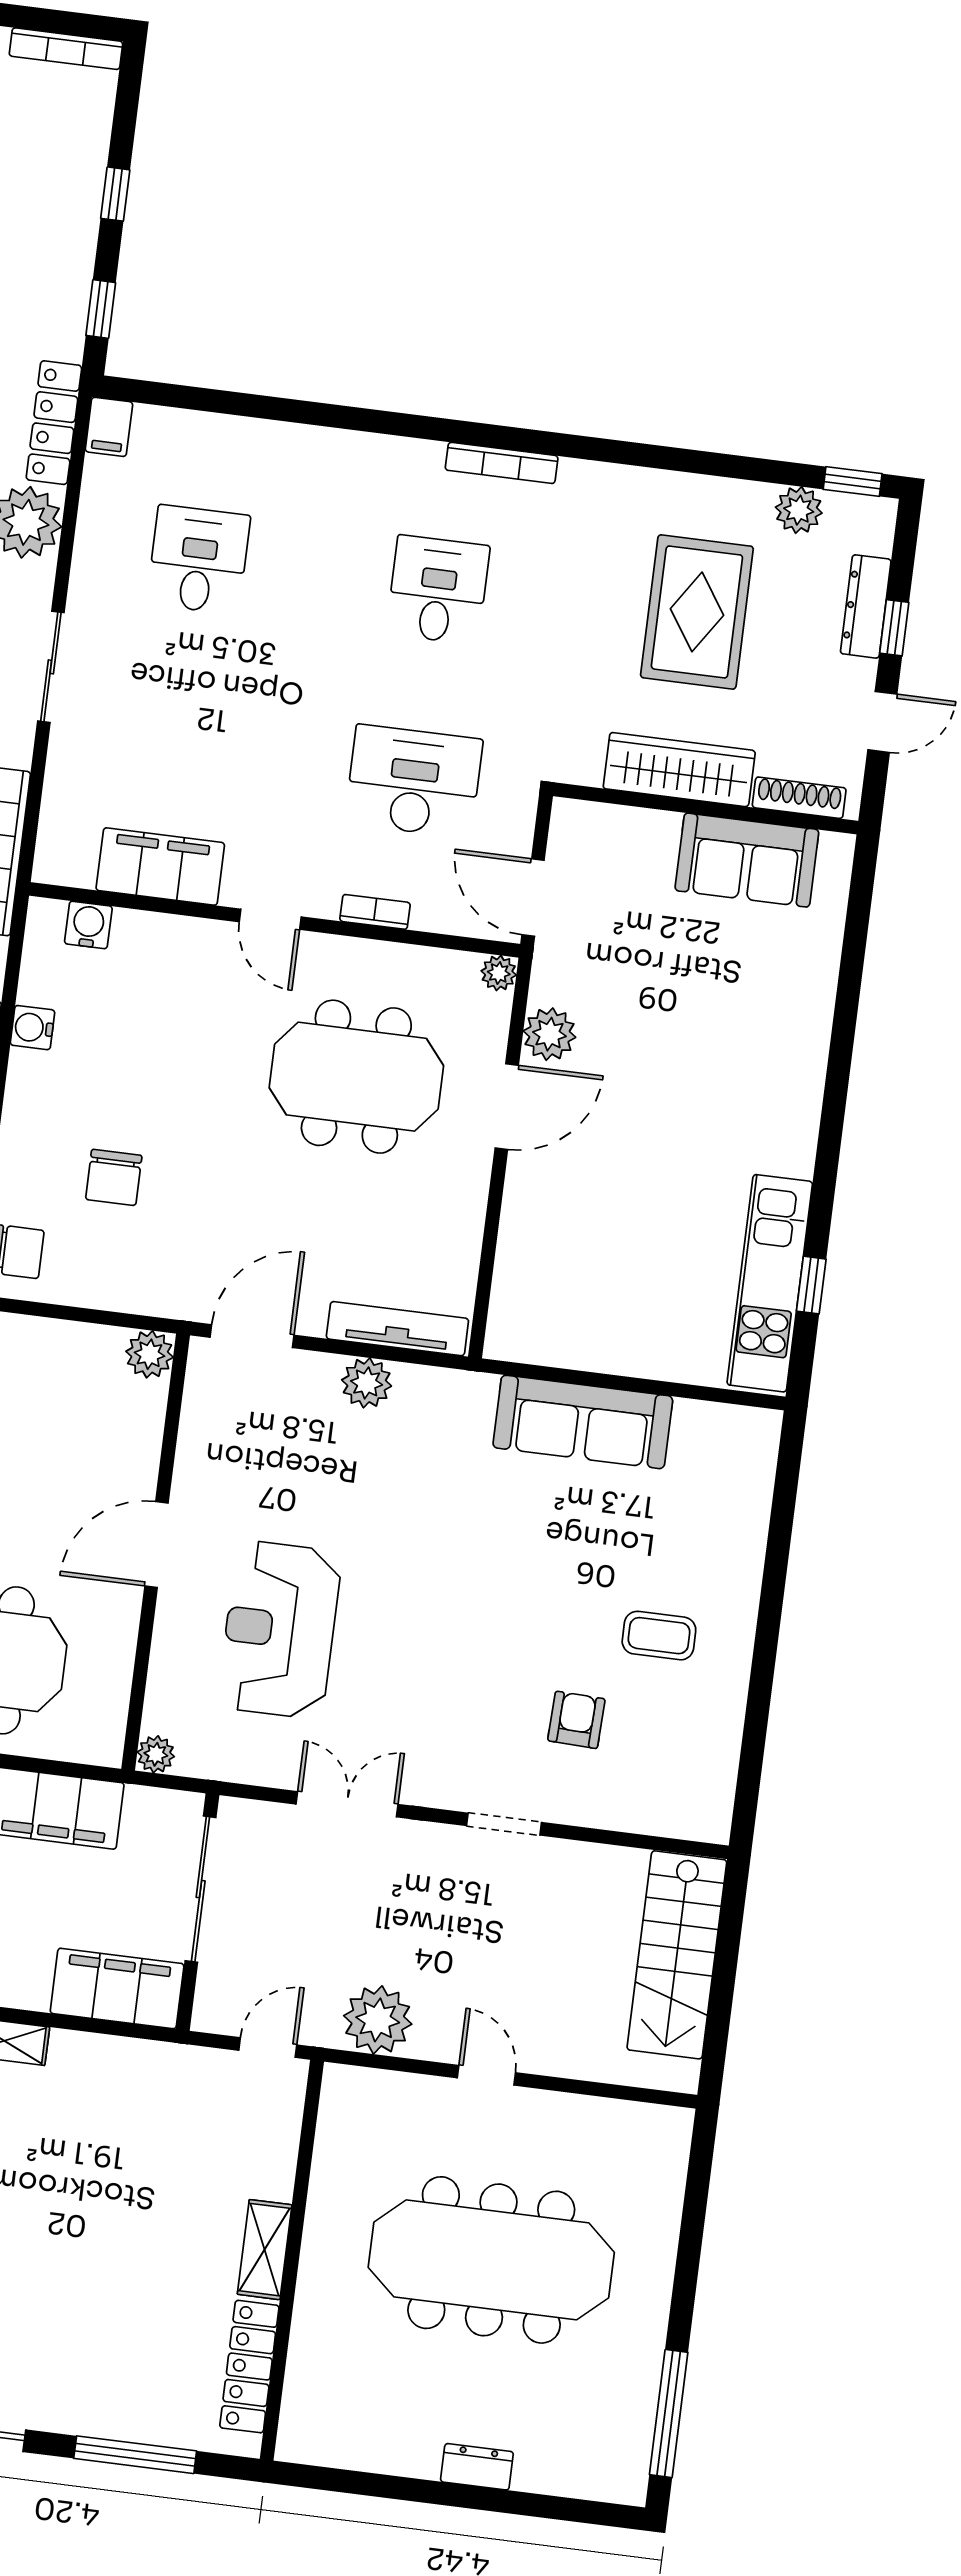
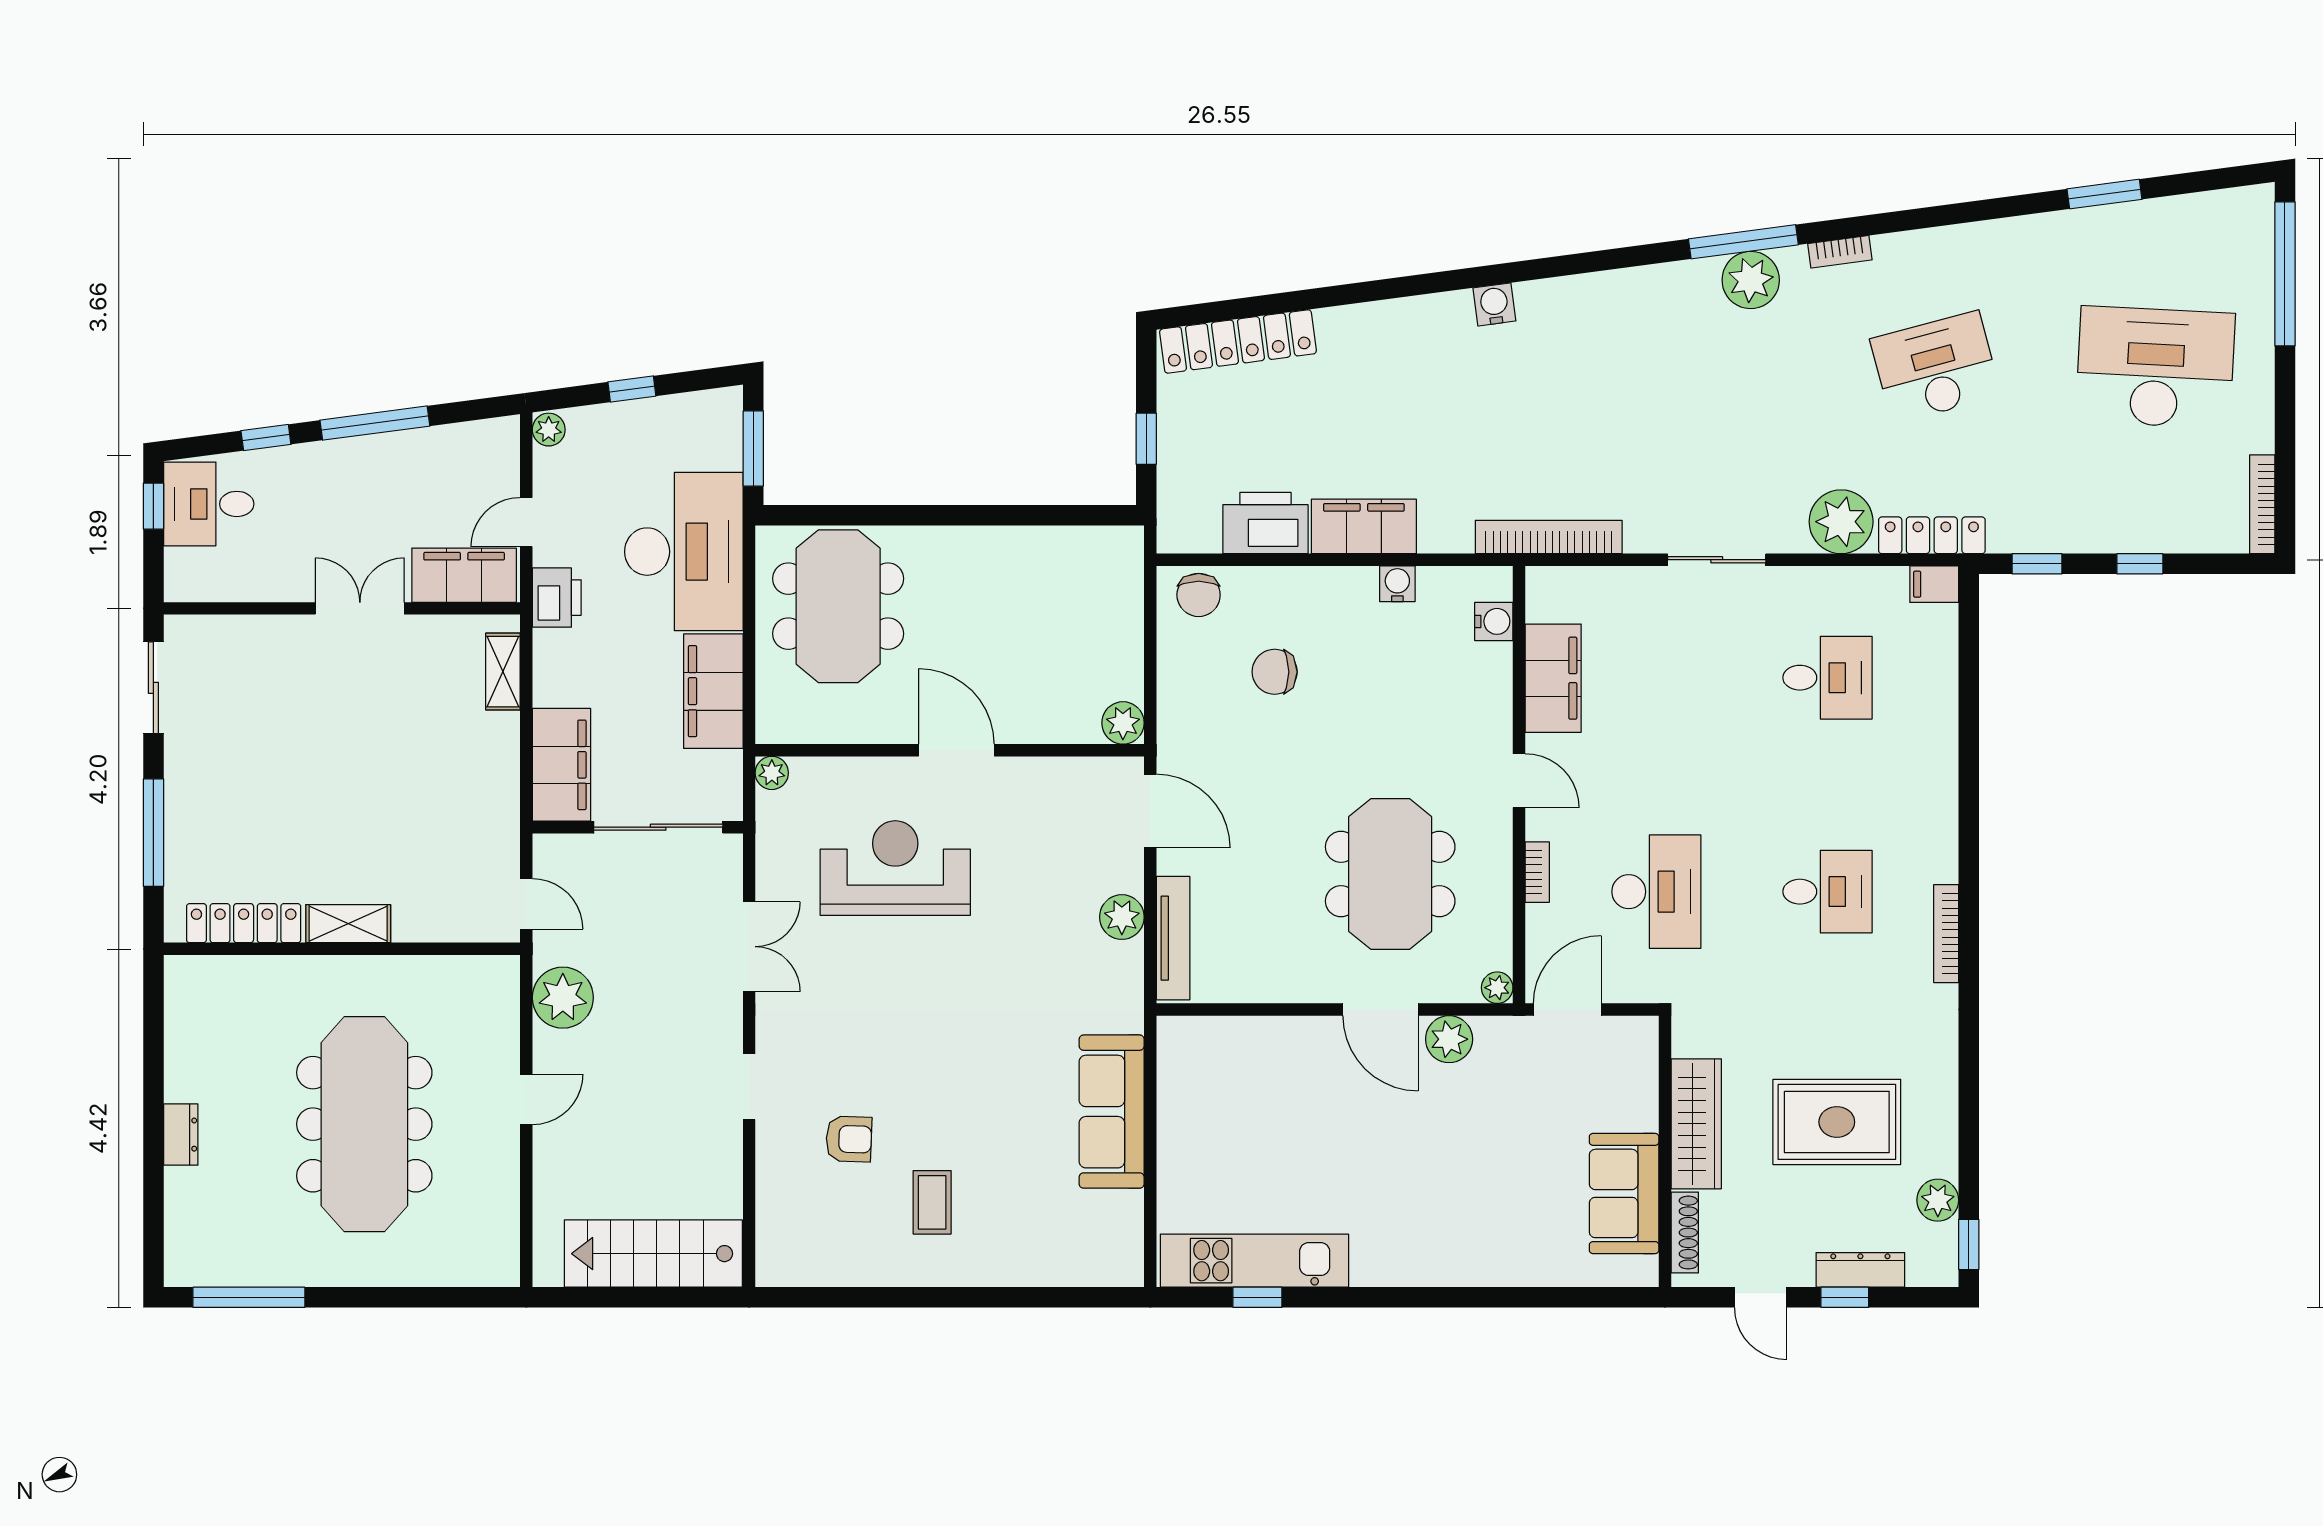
door: (270, 919) -> (1519, 781), swing flipped

